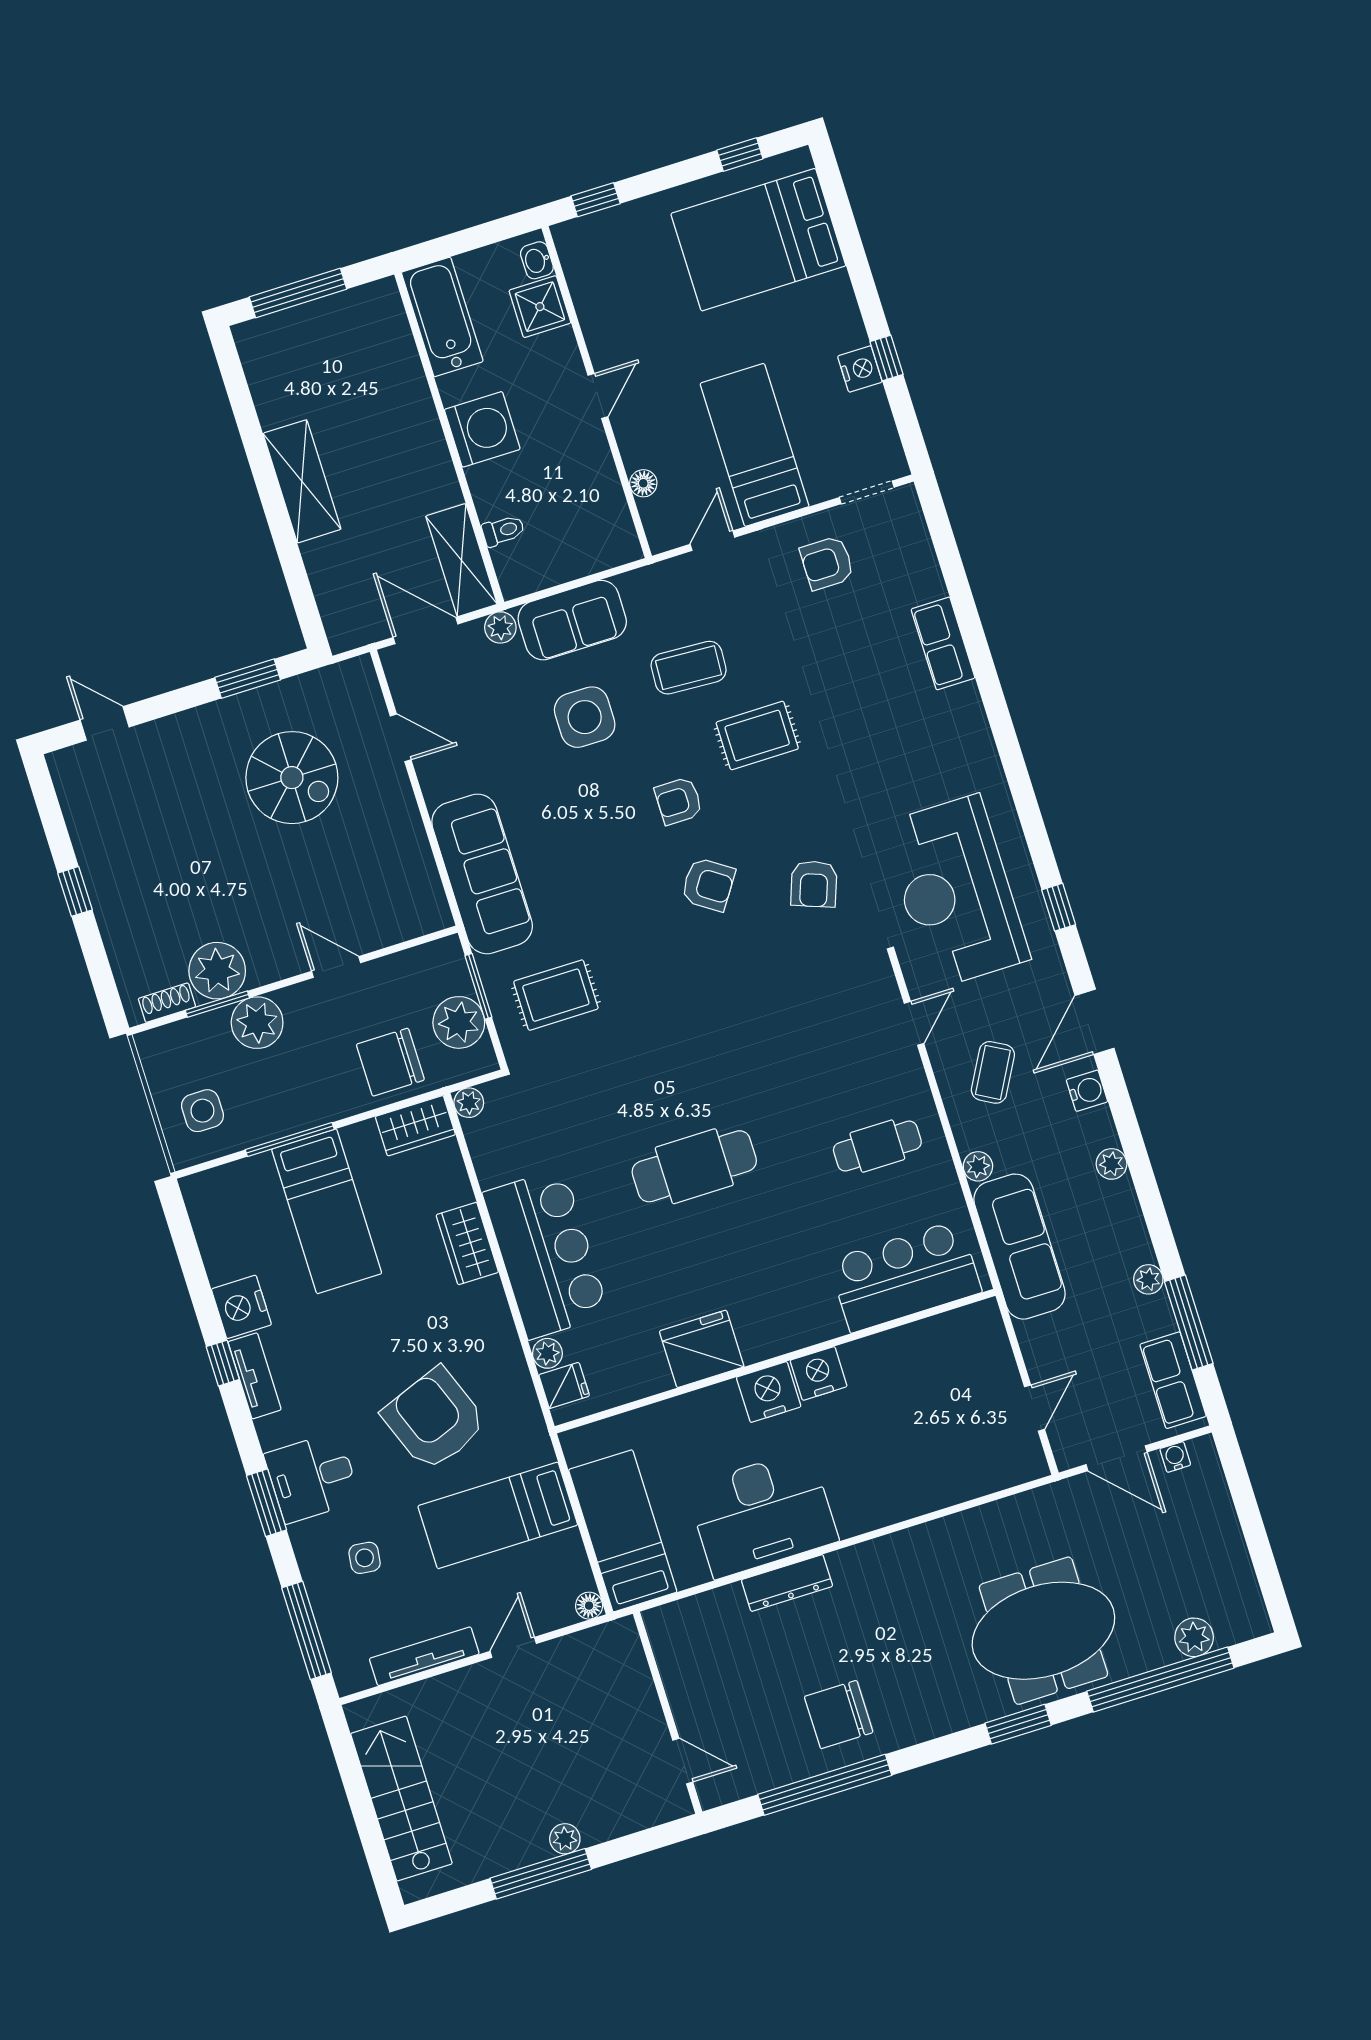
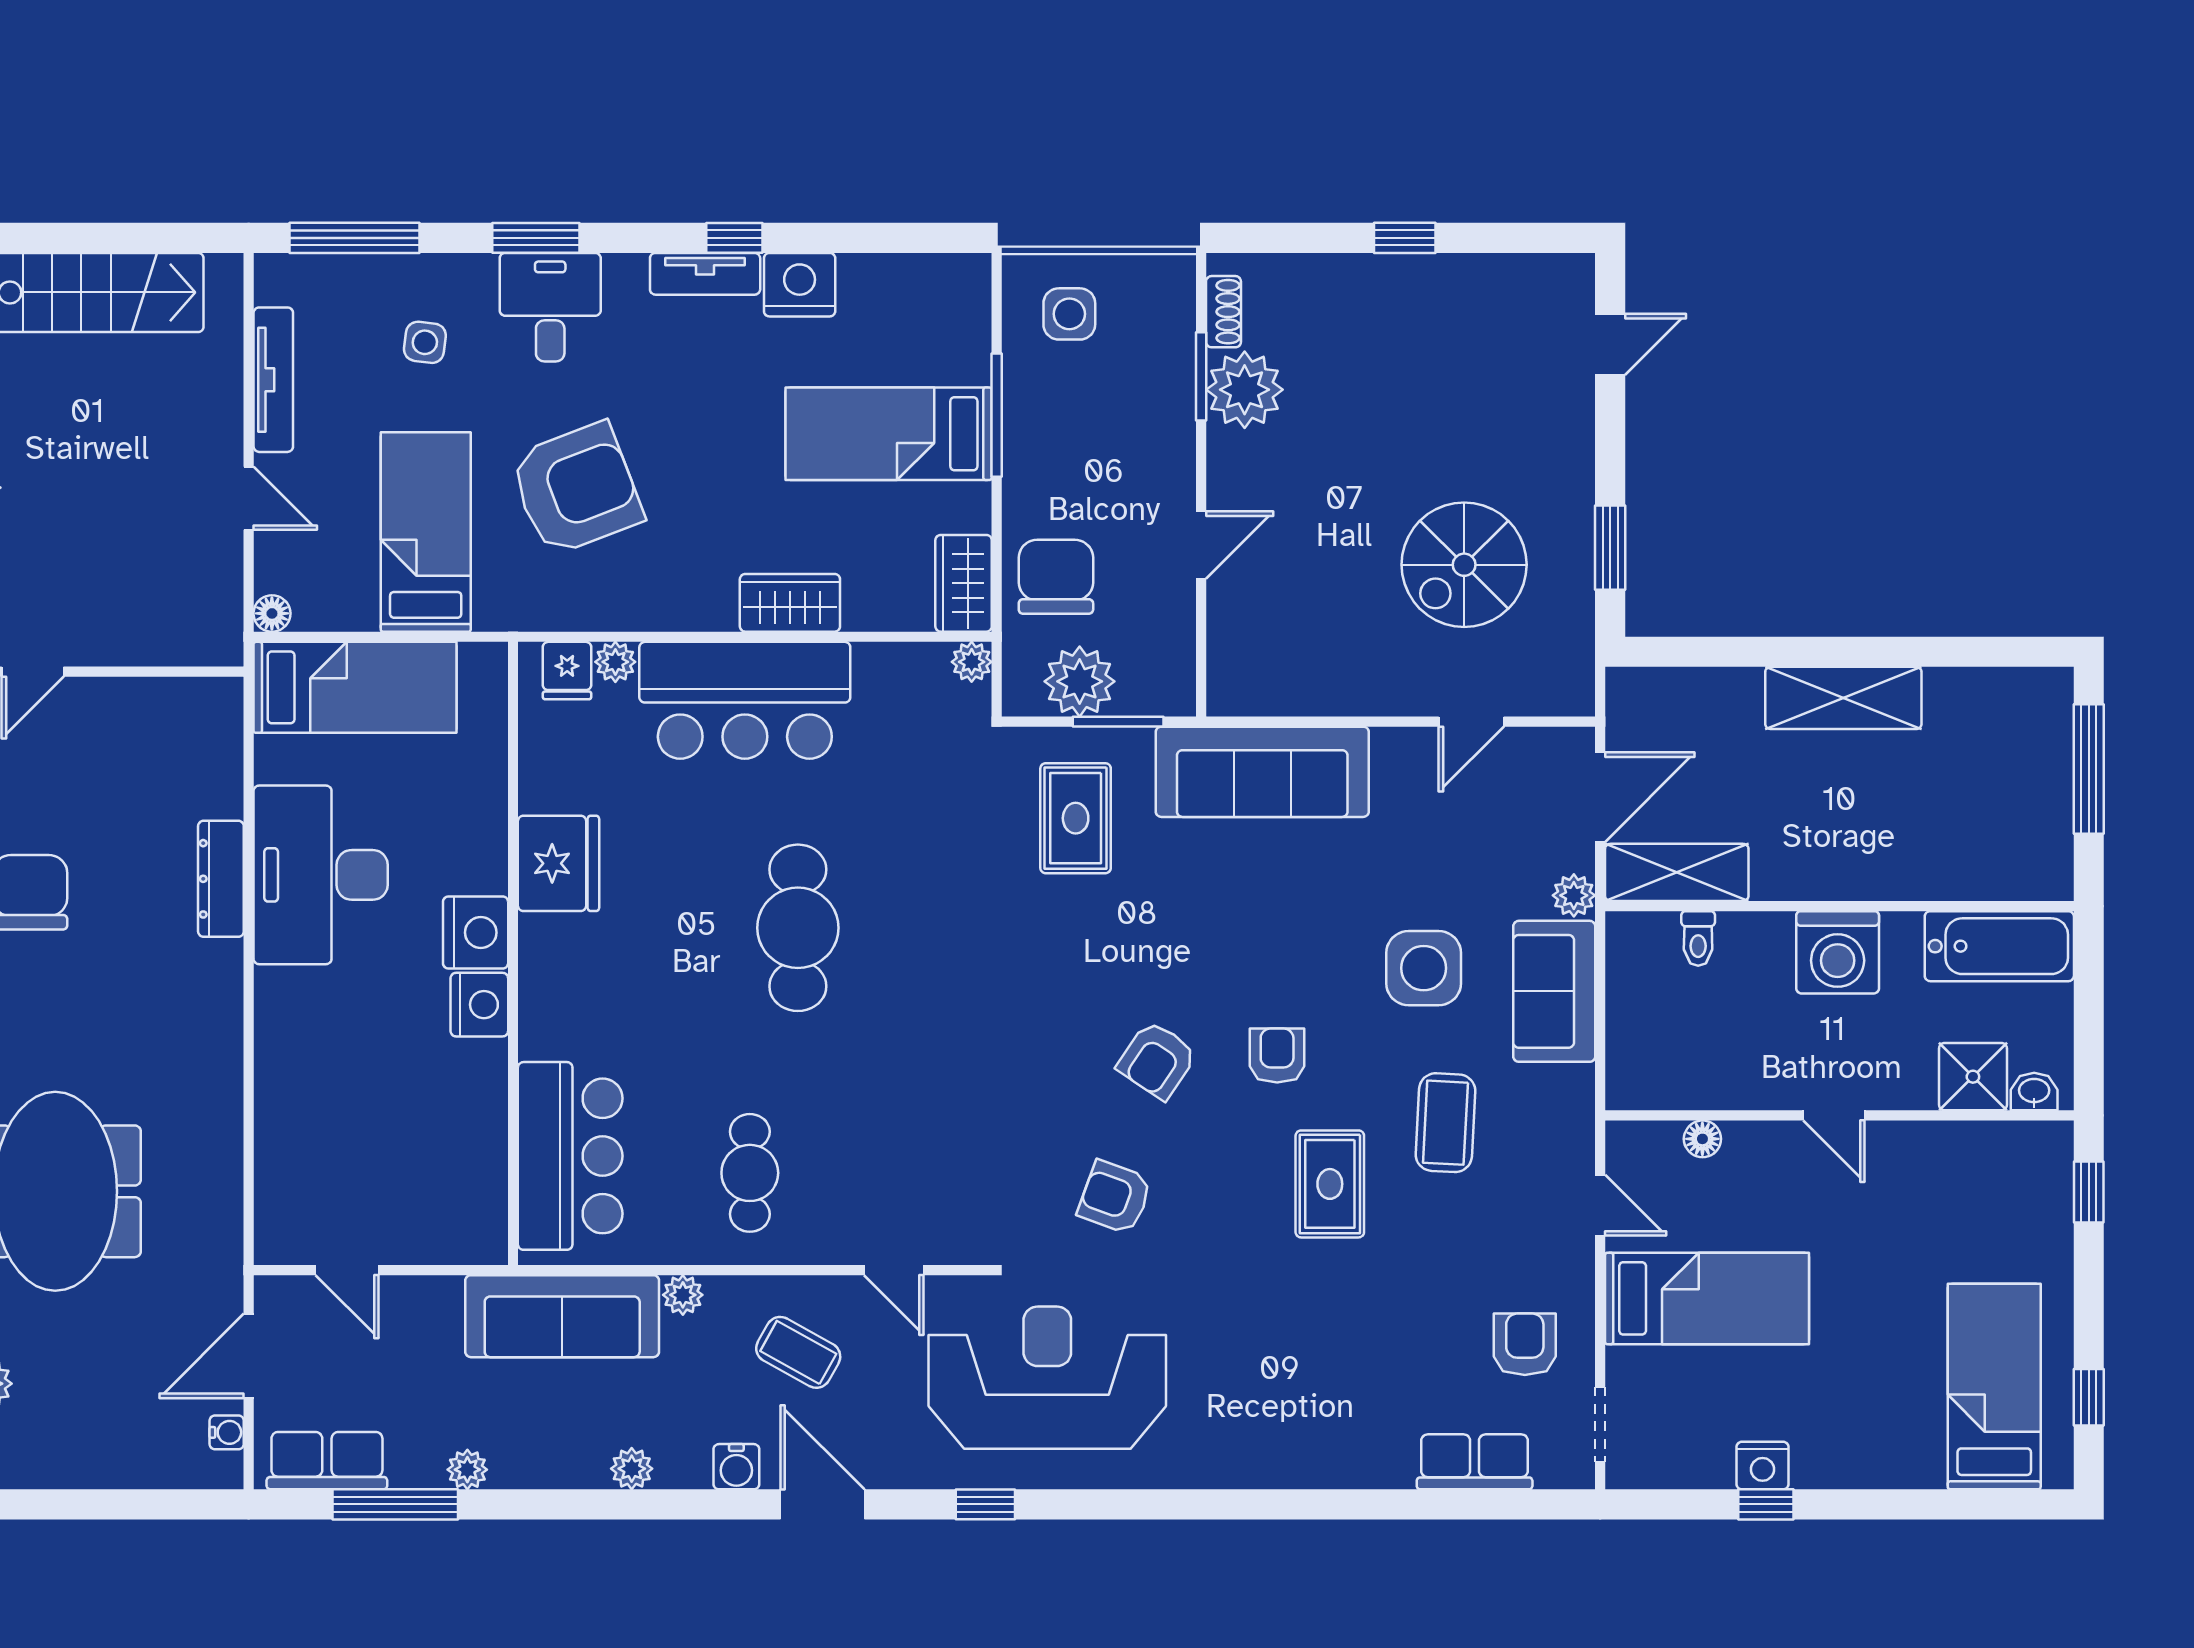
bed: (758, 240) -> (1994, 1387), width x0.67
row of seats: (943, 643) -> (1475, 1462), moved
plant: (257, 1023) -> (1161, 420), removed

